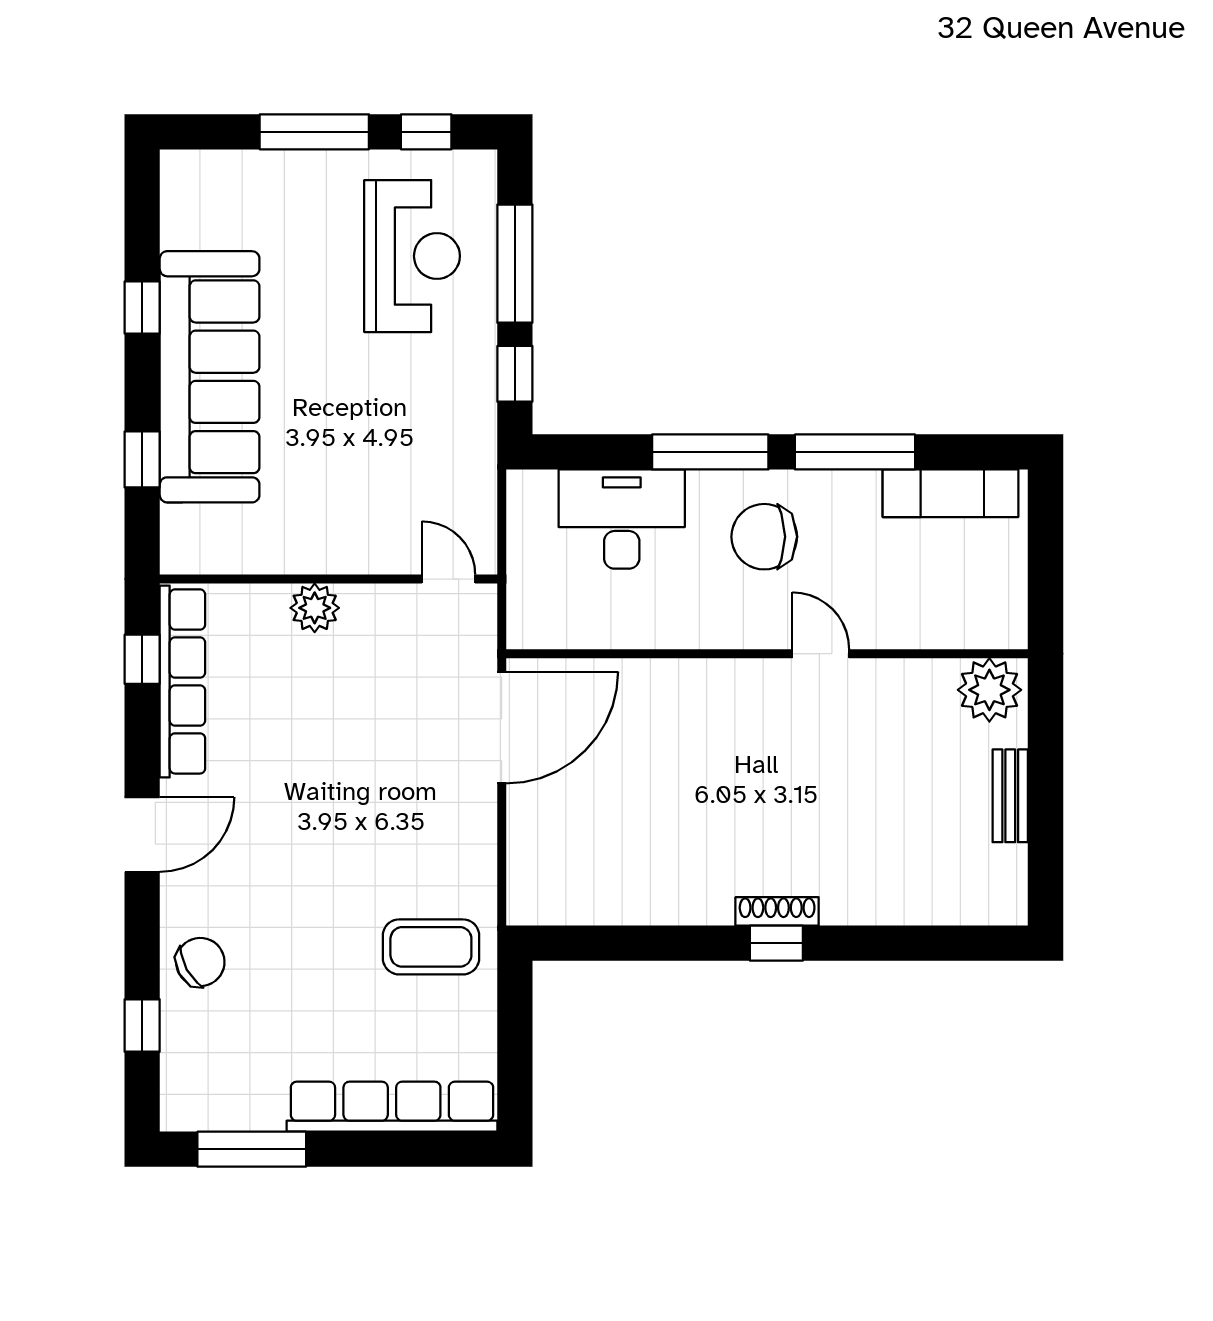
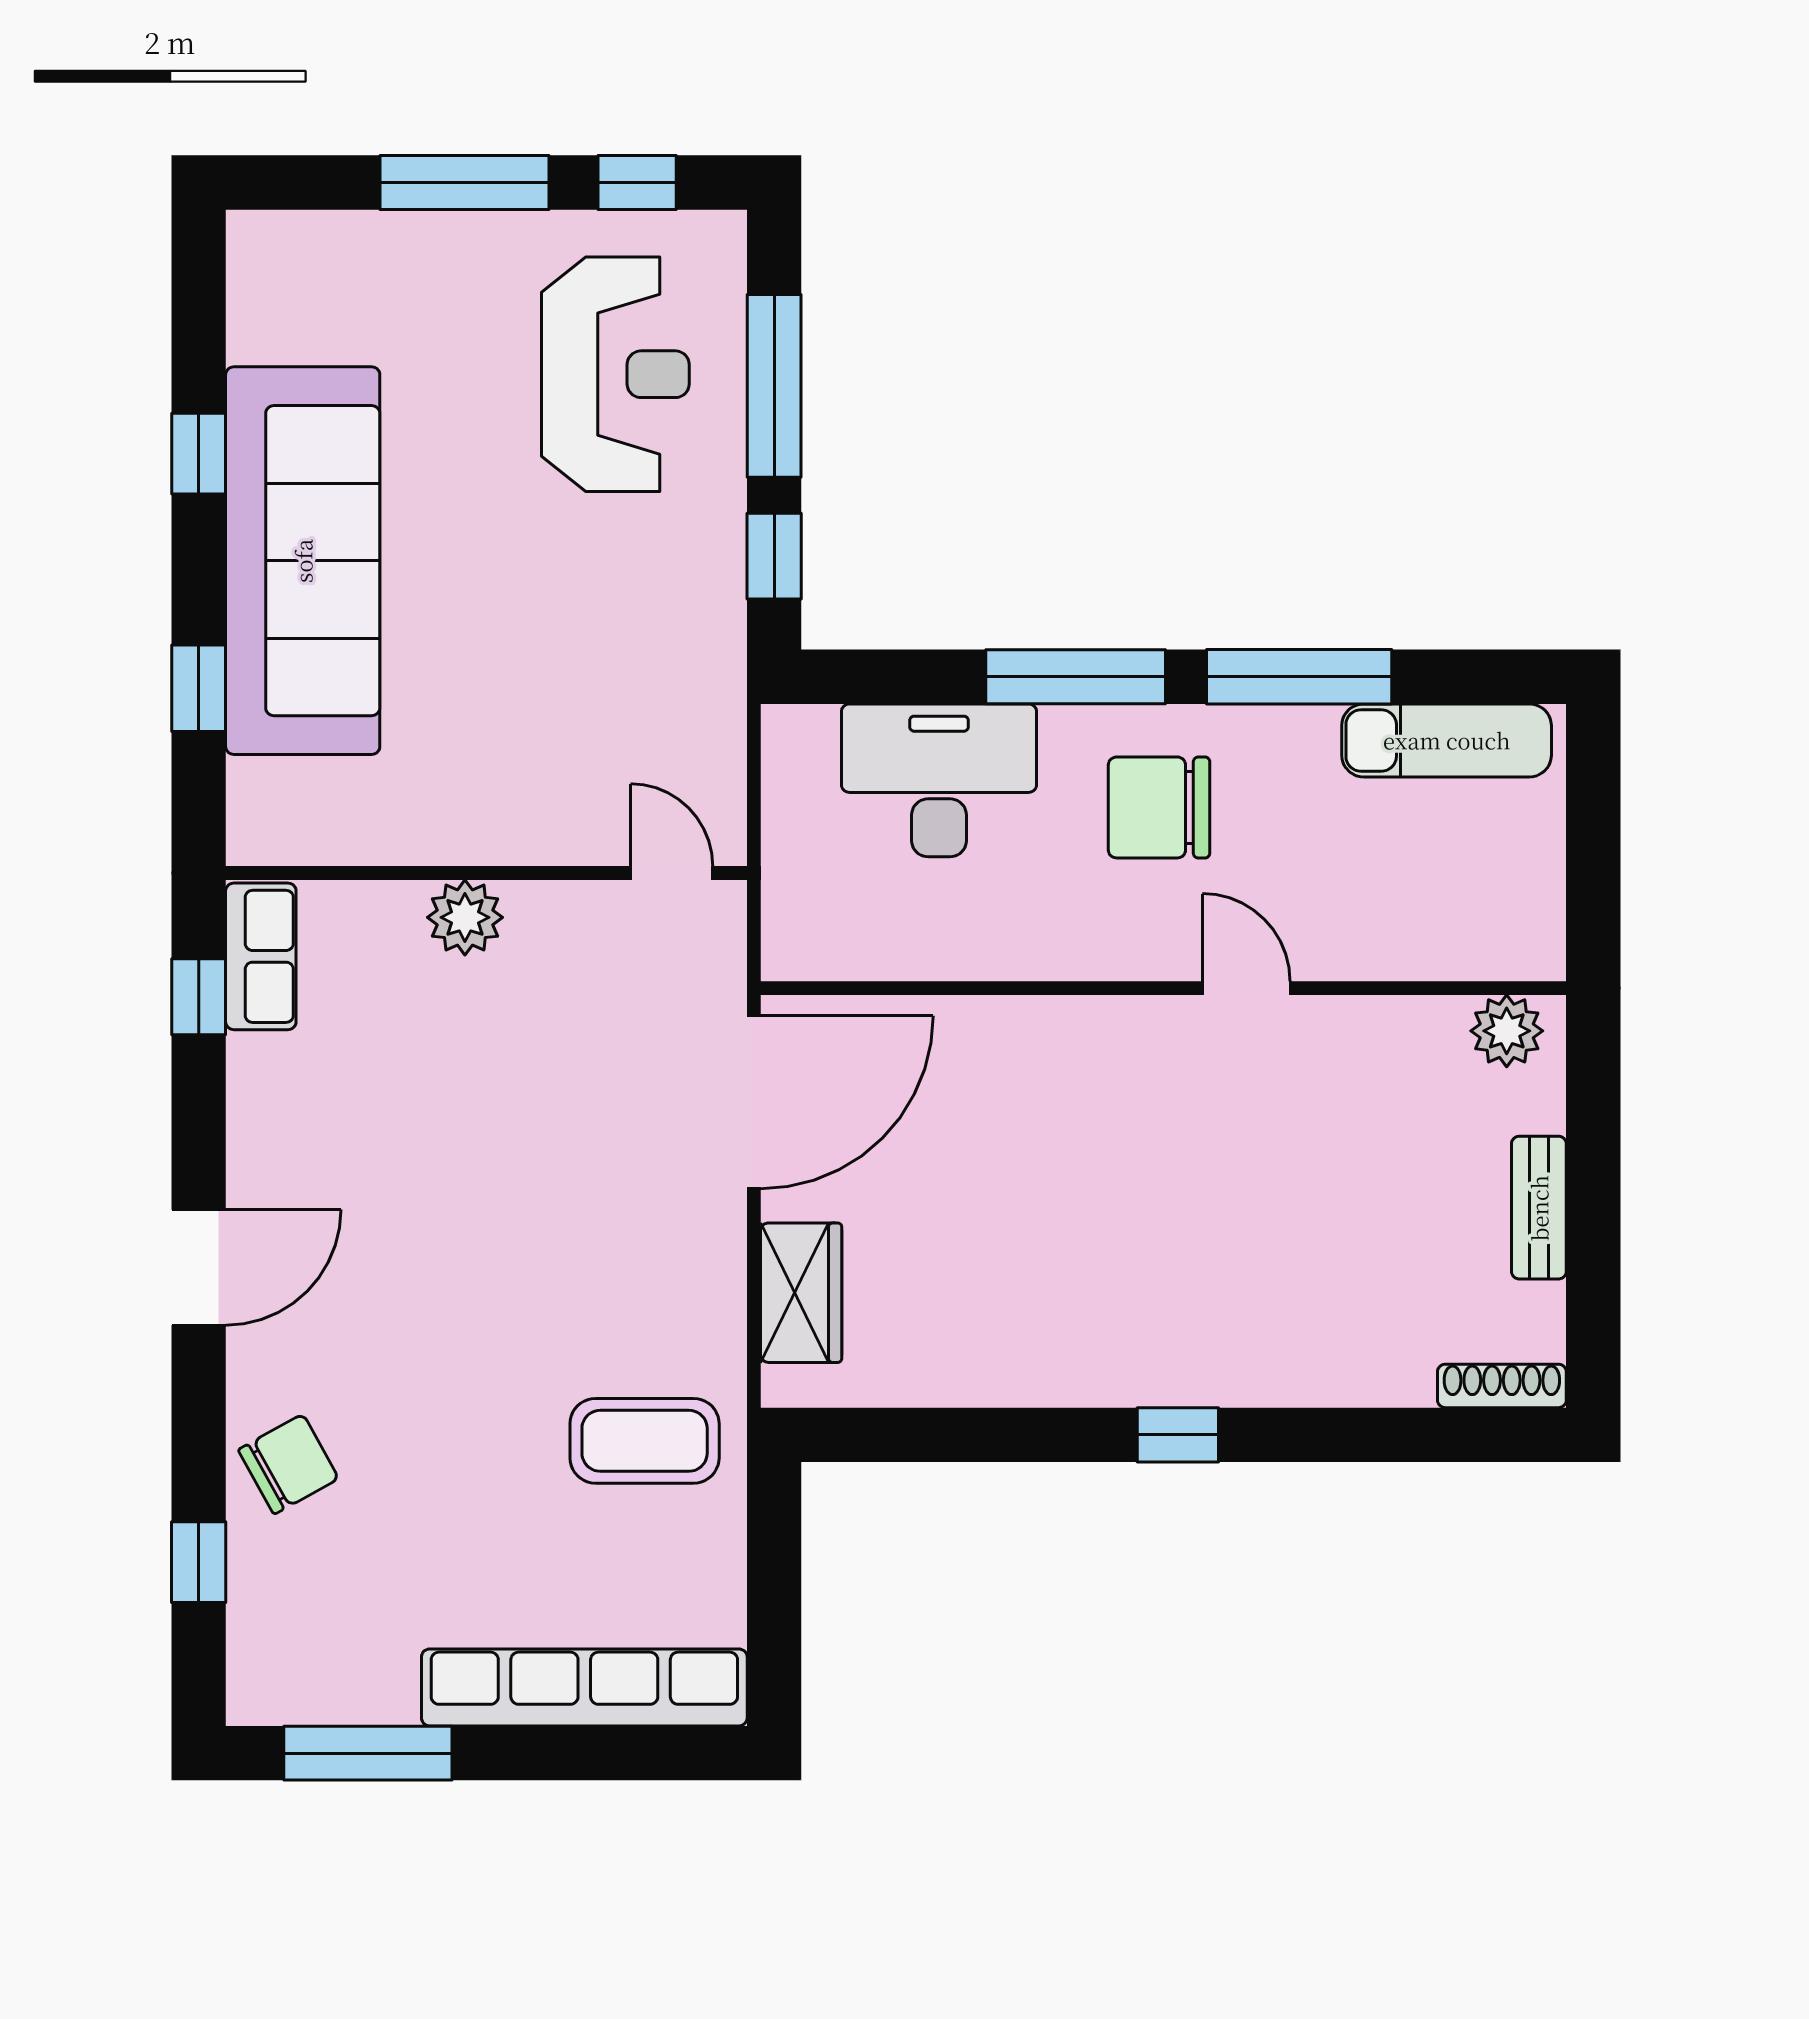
row of seats: (182, 681) -> (261, 956), width x0.50
plant: (989, 690) -> (1507, 1031), width x0.73, depth x0.73
wardrobe: (532, 851) -> (801, 1293), added
shoe rack: (777, 911) -> (1502, 1386), moved

